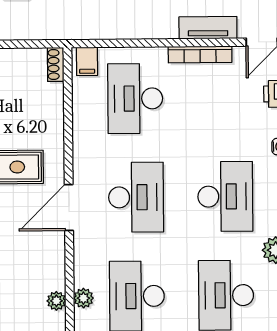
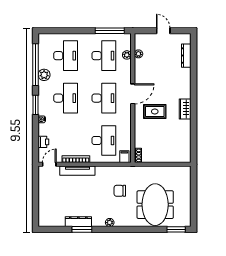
tv unit: (208, 28) -> (77, 171), width x1.41
desk: (225, 196) -> (66, 98), turned 180
desk: (136, 197) -> (104, 98), turned 180

